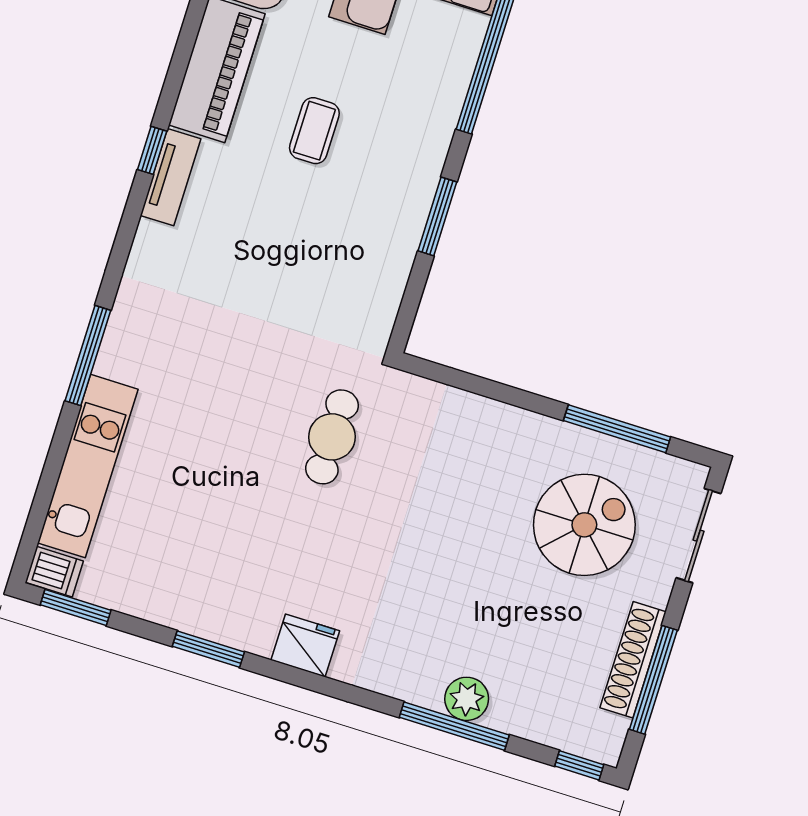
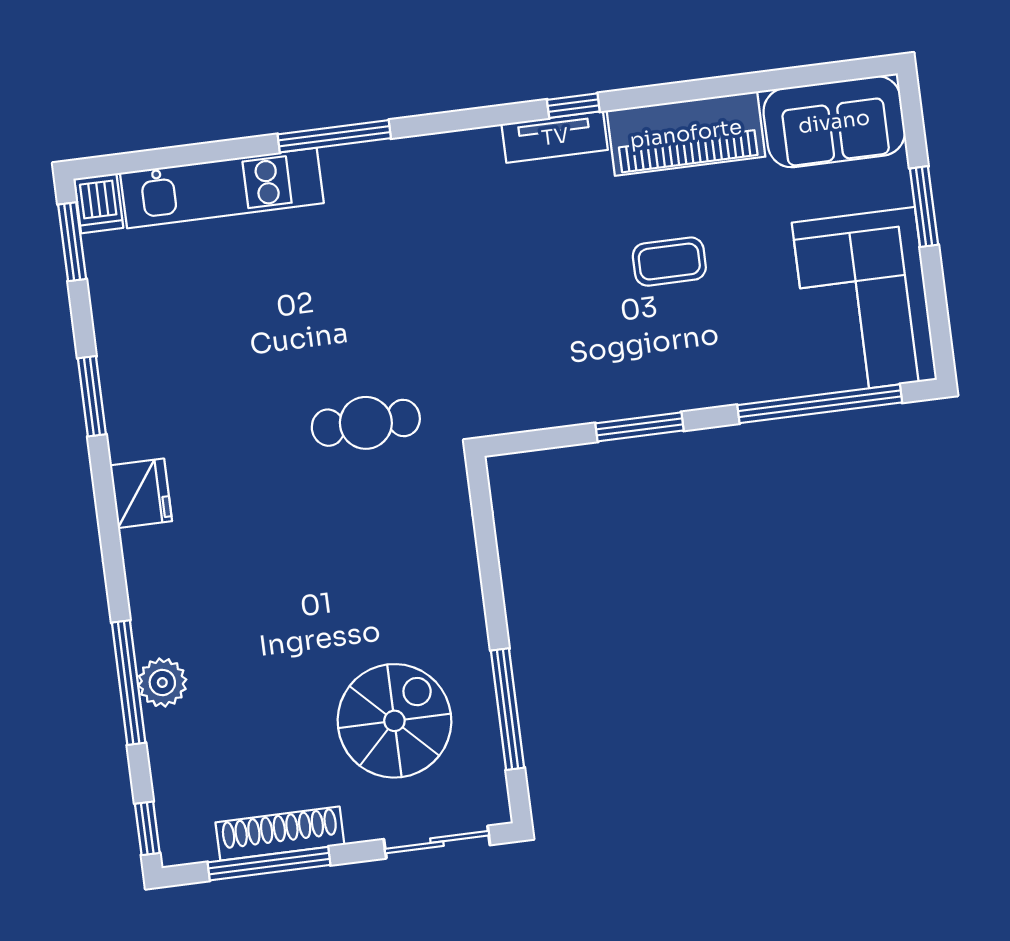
spiral stairs: (584, 525) -> (394, 721), turned -90

